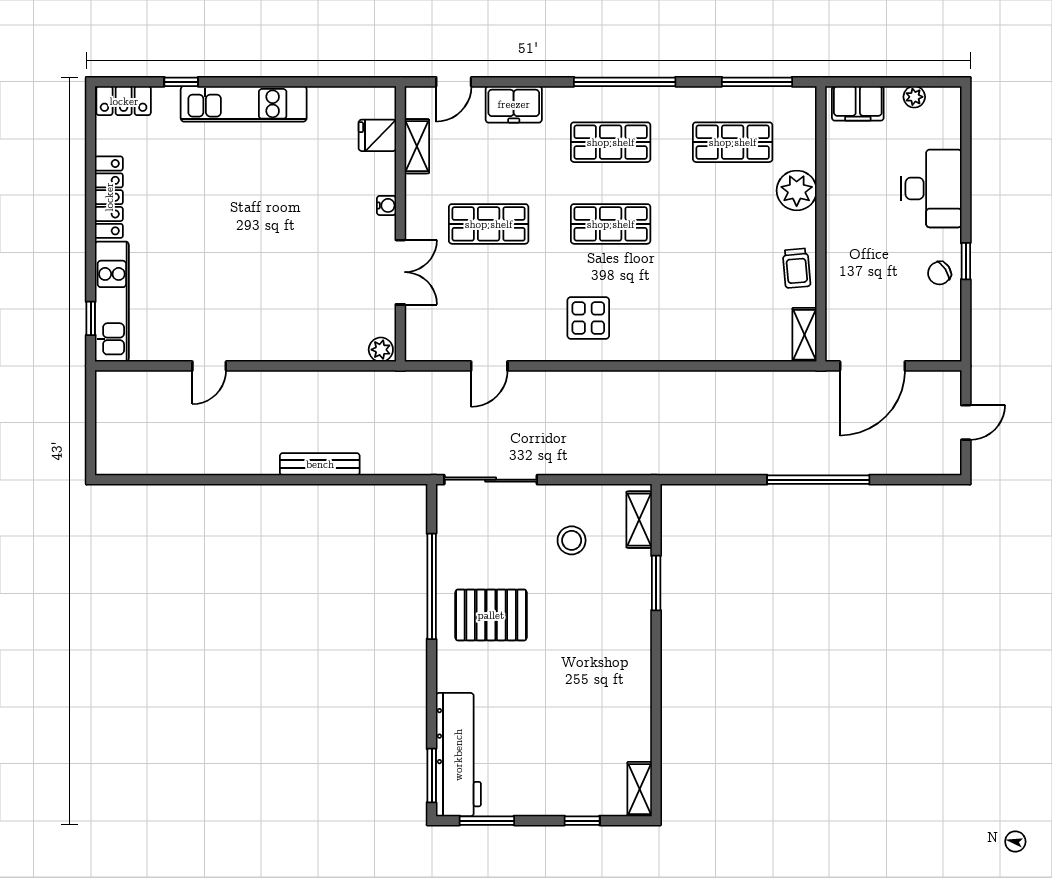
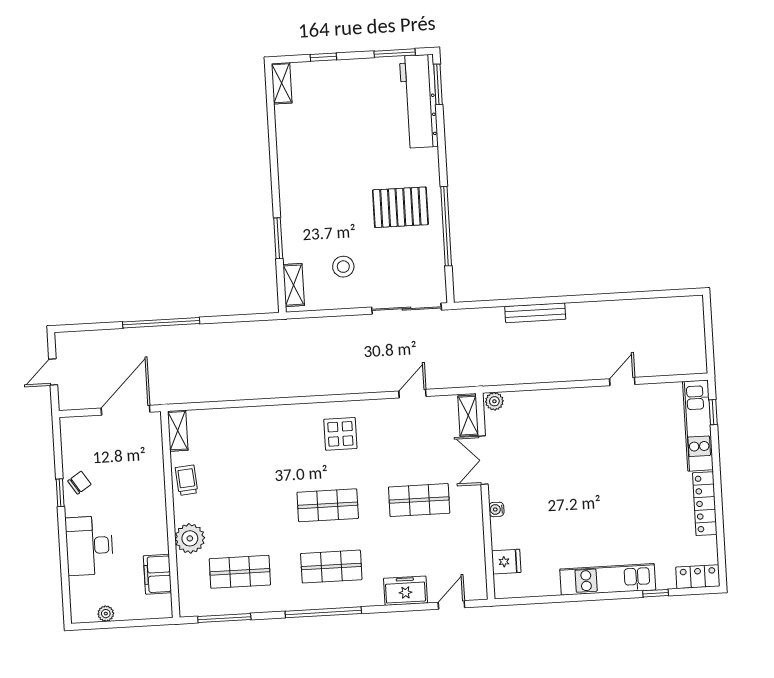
filing cabinet: (858, 103) -> (158, 574), moved, turned -90
shelving: (417, 146) -> (468, 416), moved

